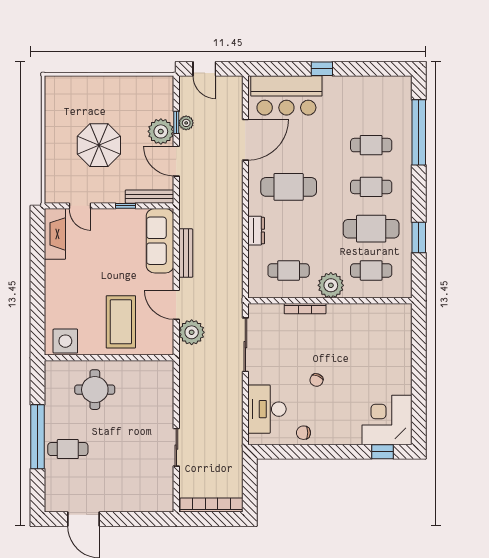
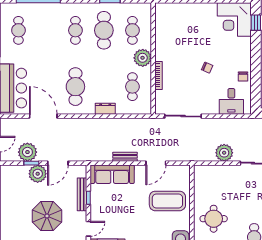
plant: (186, 123) -> (27, 152), width x1.87, depth x1.87
cafe table: (371, 145) -> (18, 30), moved
bench: (150, 197) -> (82, 194), moved
bench: (186, 253) -> (125, 157), width x0.73
plant: (192, 332) -> (224, 153), moved
desk: (267, 409) -> (231, 101), width x0.73

